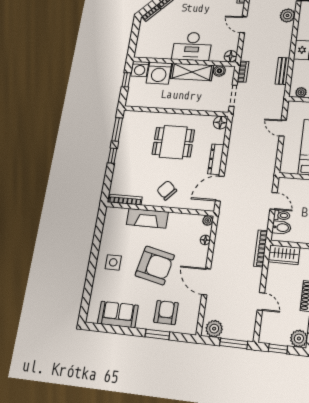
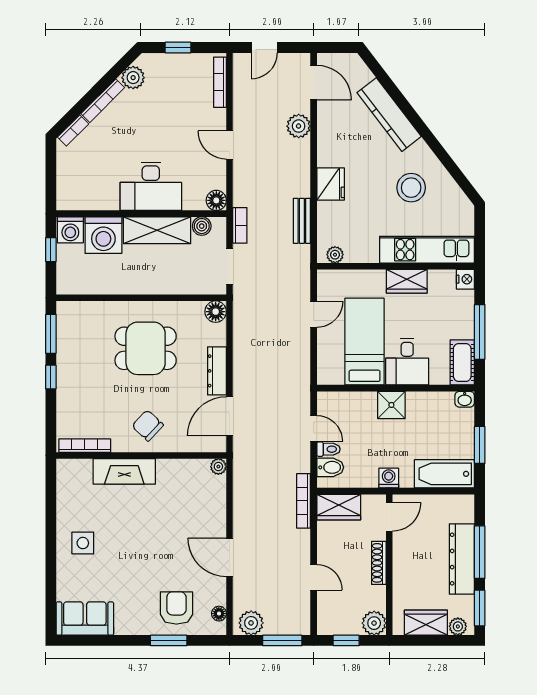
door: (283, 128) -> (314, 314), swing flipped
floor lamp: (205, 240) -> (219, 614), moved
armchair: (155, 265) -> (148, 541), removed
sofa: (118, 314) -> (85, 619), moved

